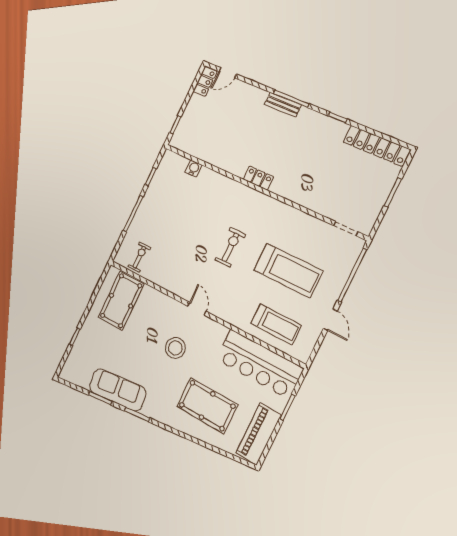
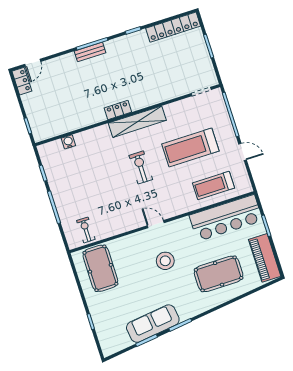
shelving: (265, 204) -> (137, 122), added
treadmill: (288, 271) -> (190, 147), turned 180
treadmill: (276, 324) -> (213, 185), turned 180

